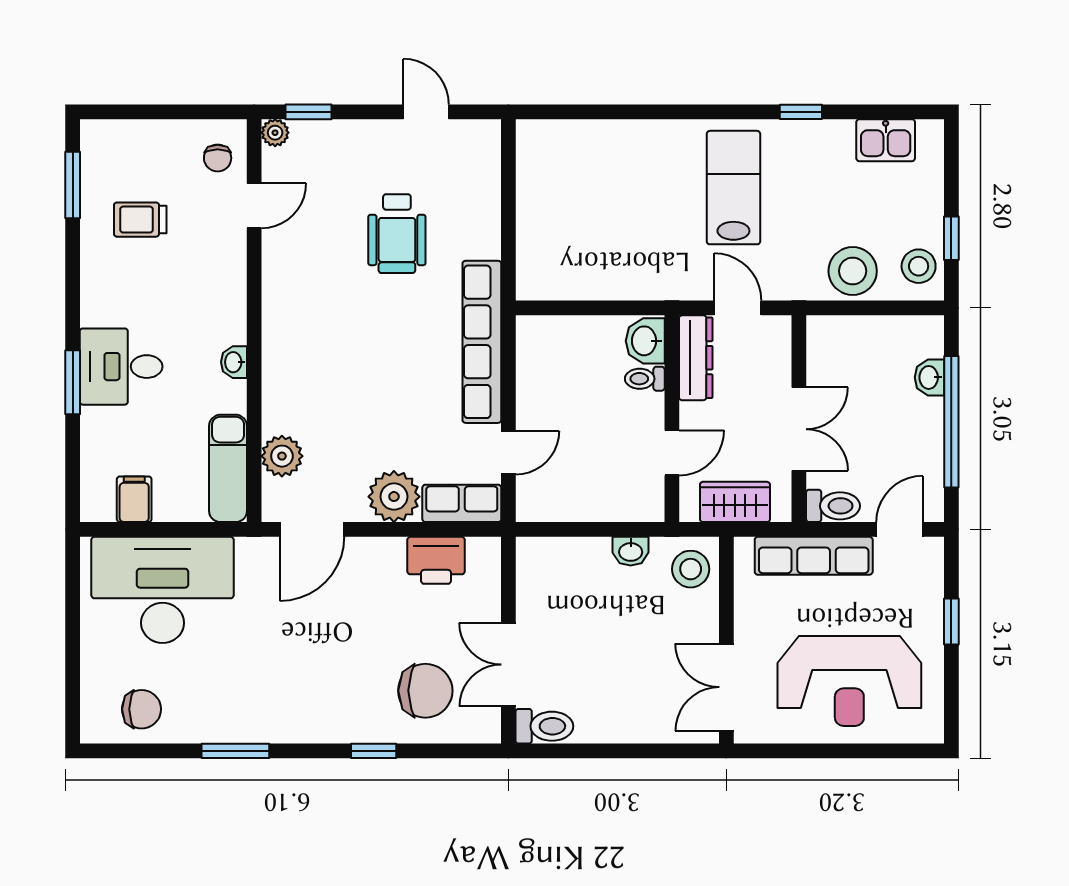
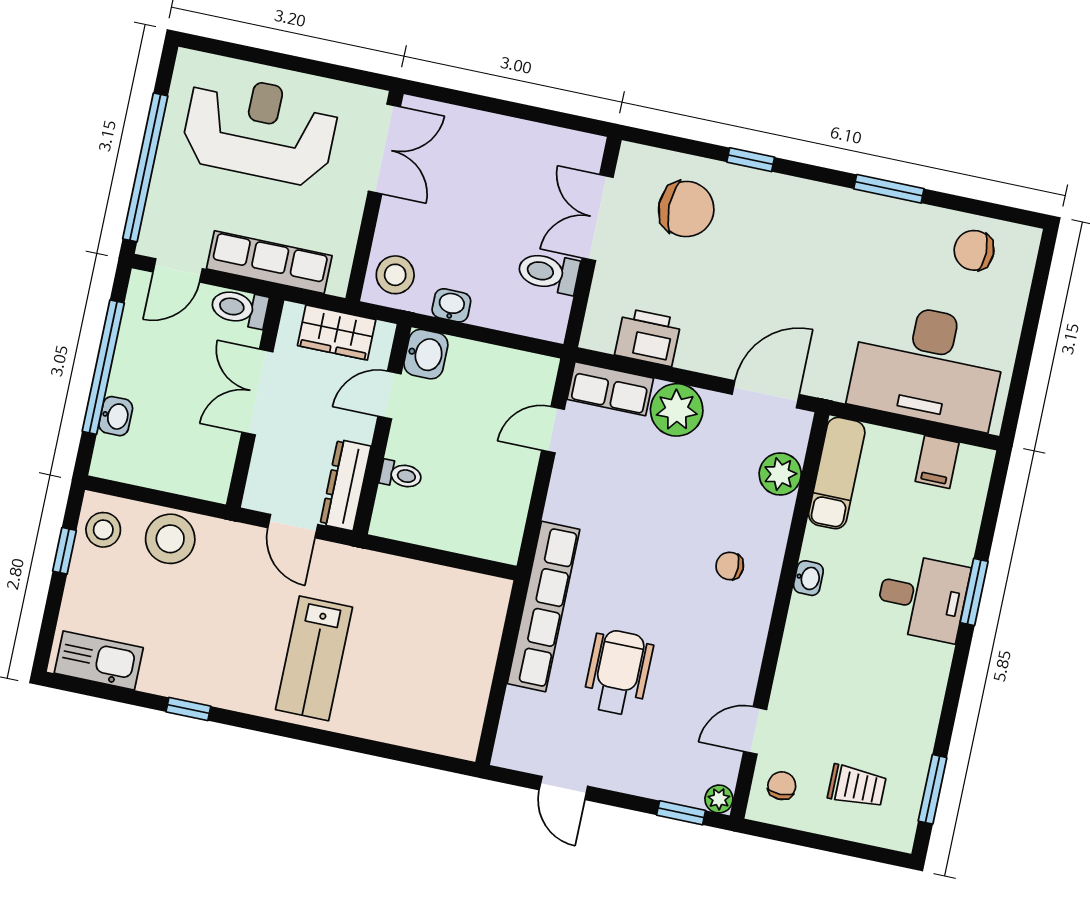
kitchen sink: (886, 140) -> (99, 660), width x1.38
lab bench: (733, 188) -> (314, 658), moved
trolley: (140, 220) -> (857, 786), moved
washbasin: (645, 341) -> (426, 354), moved
row of seats: (482, 342) -> (543, 606), moved
chair: (312, 358) -> (730, 566), added
window: (951, 621) -> (145, 167), width x3.17
double door: (508, 665) -> (598, 218), swing flipped
chair: (425, 691) -> (686, 209), turned 180
toilet: (544, 726) -> (548, 273), moved

